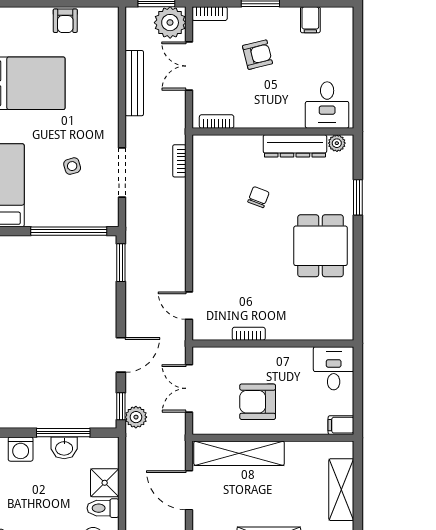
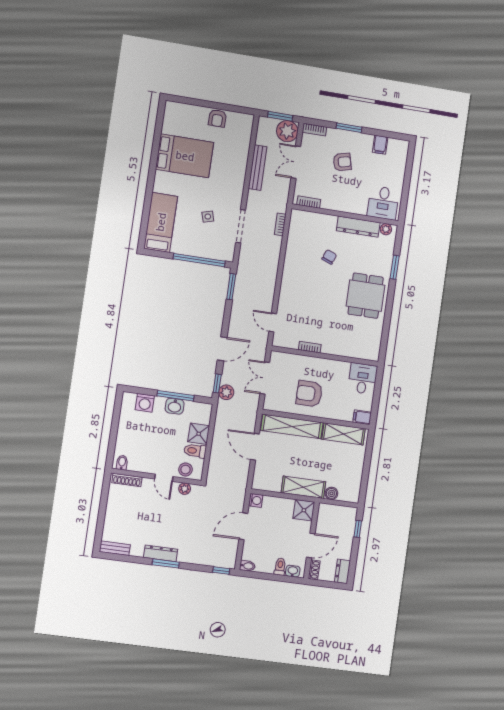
shelving: (341, 490) -> (344, 434), moved, turned 90

